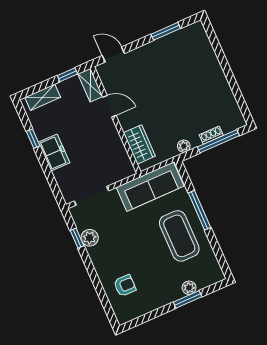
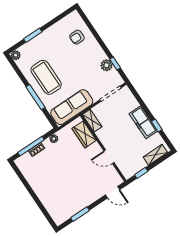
shelving: (90, 85) -> (92, 121), moved
freezer: (54, 153) -> (143, 122), width x1.40
plant: (189, 288) -> (16, 55), moved

